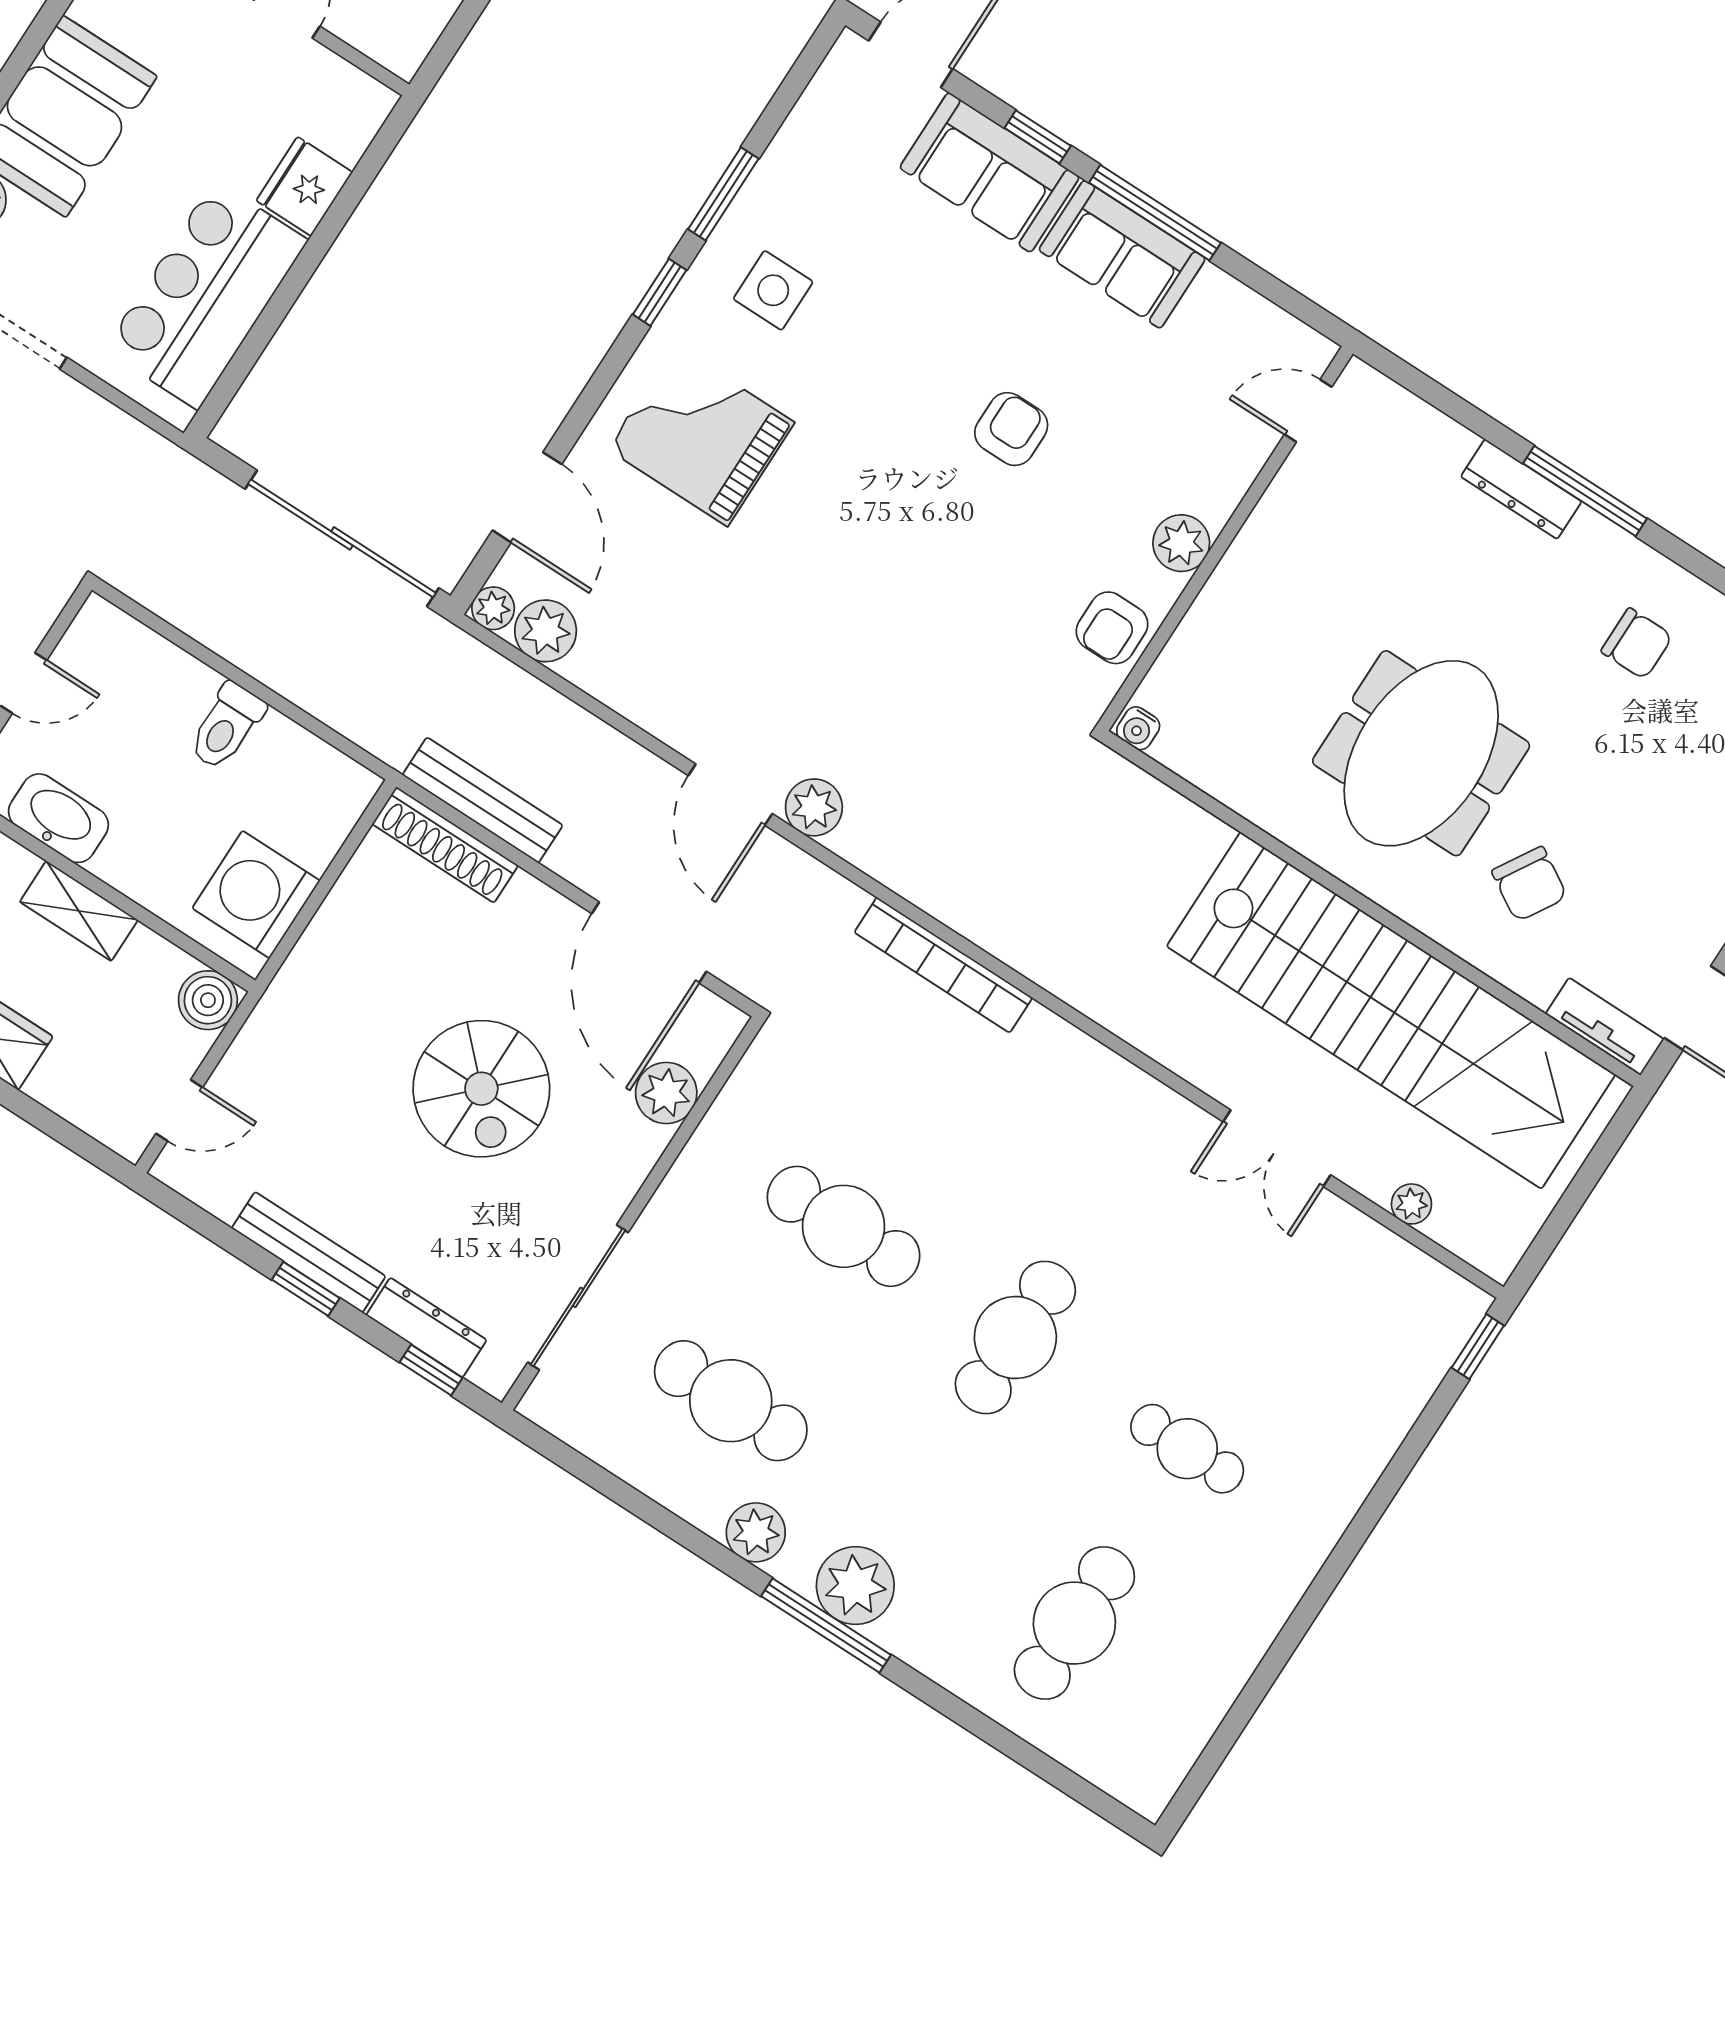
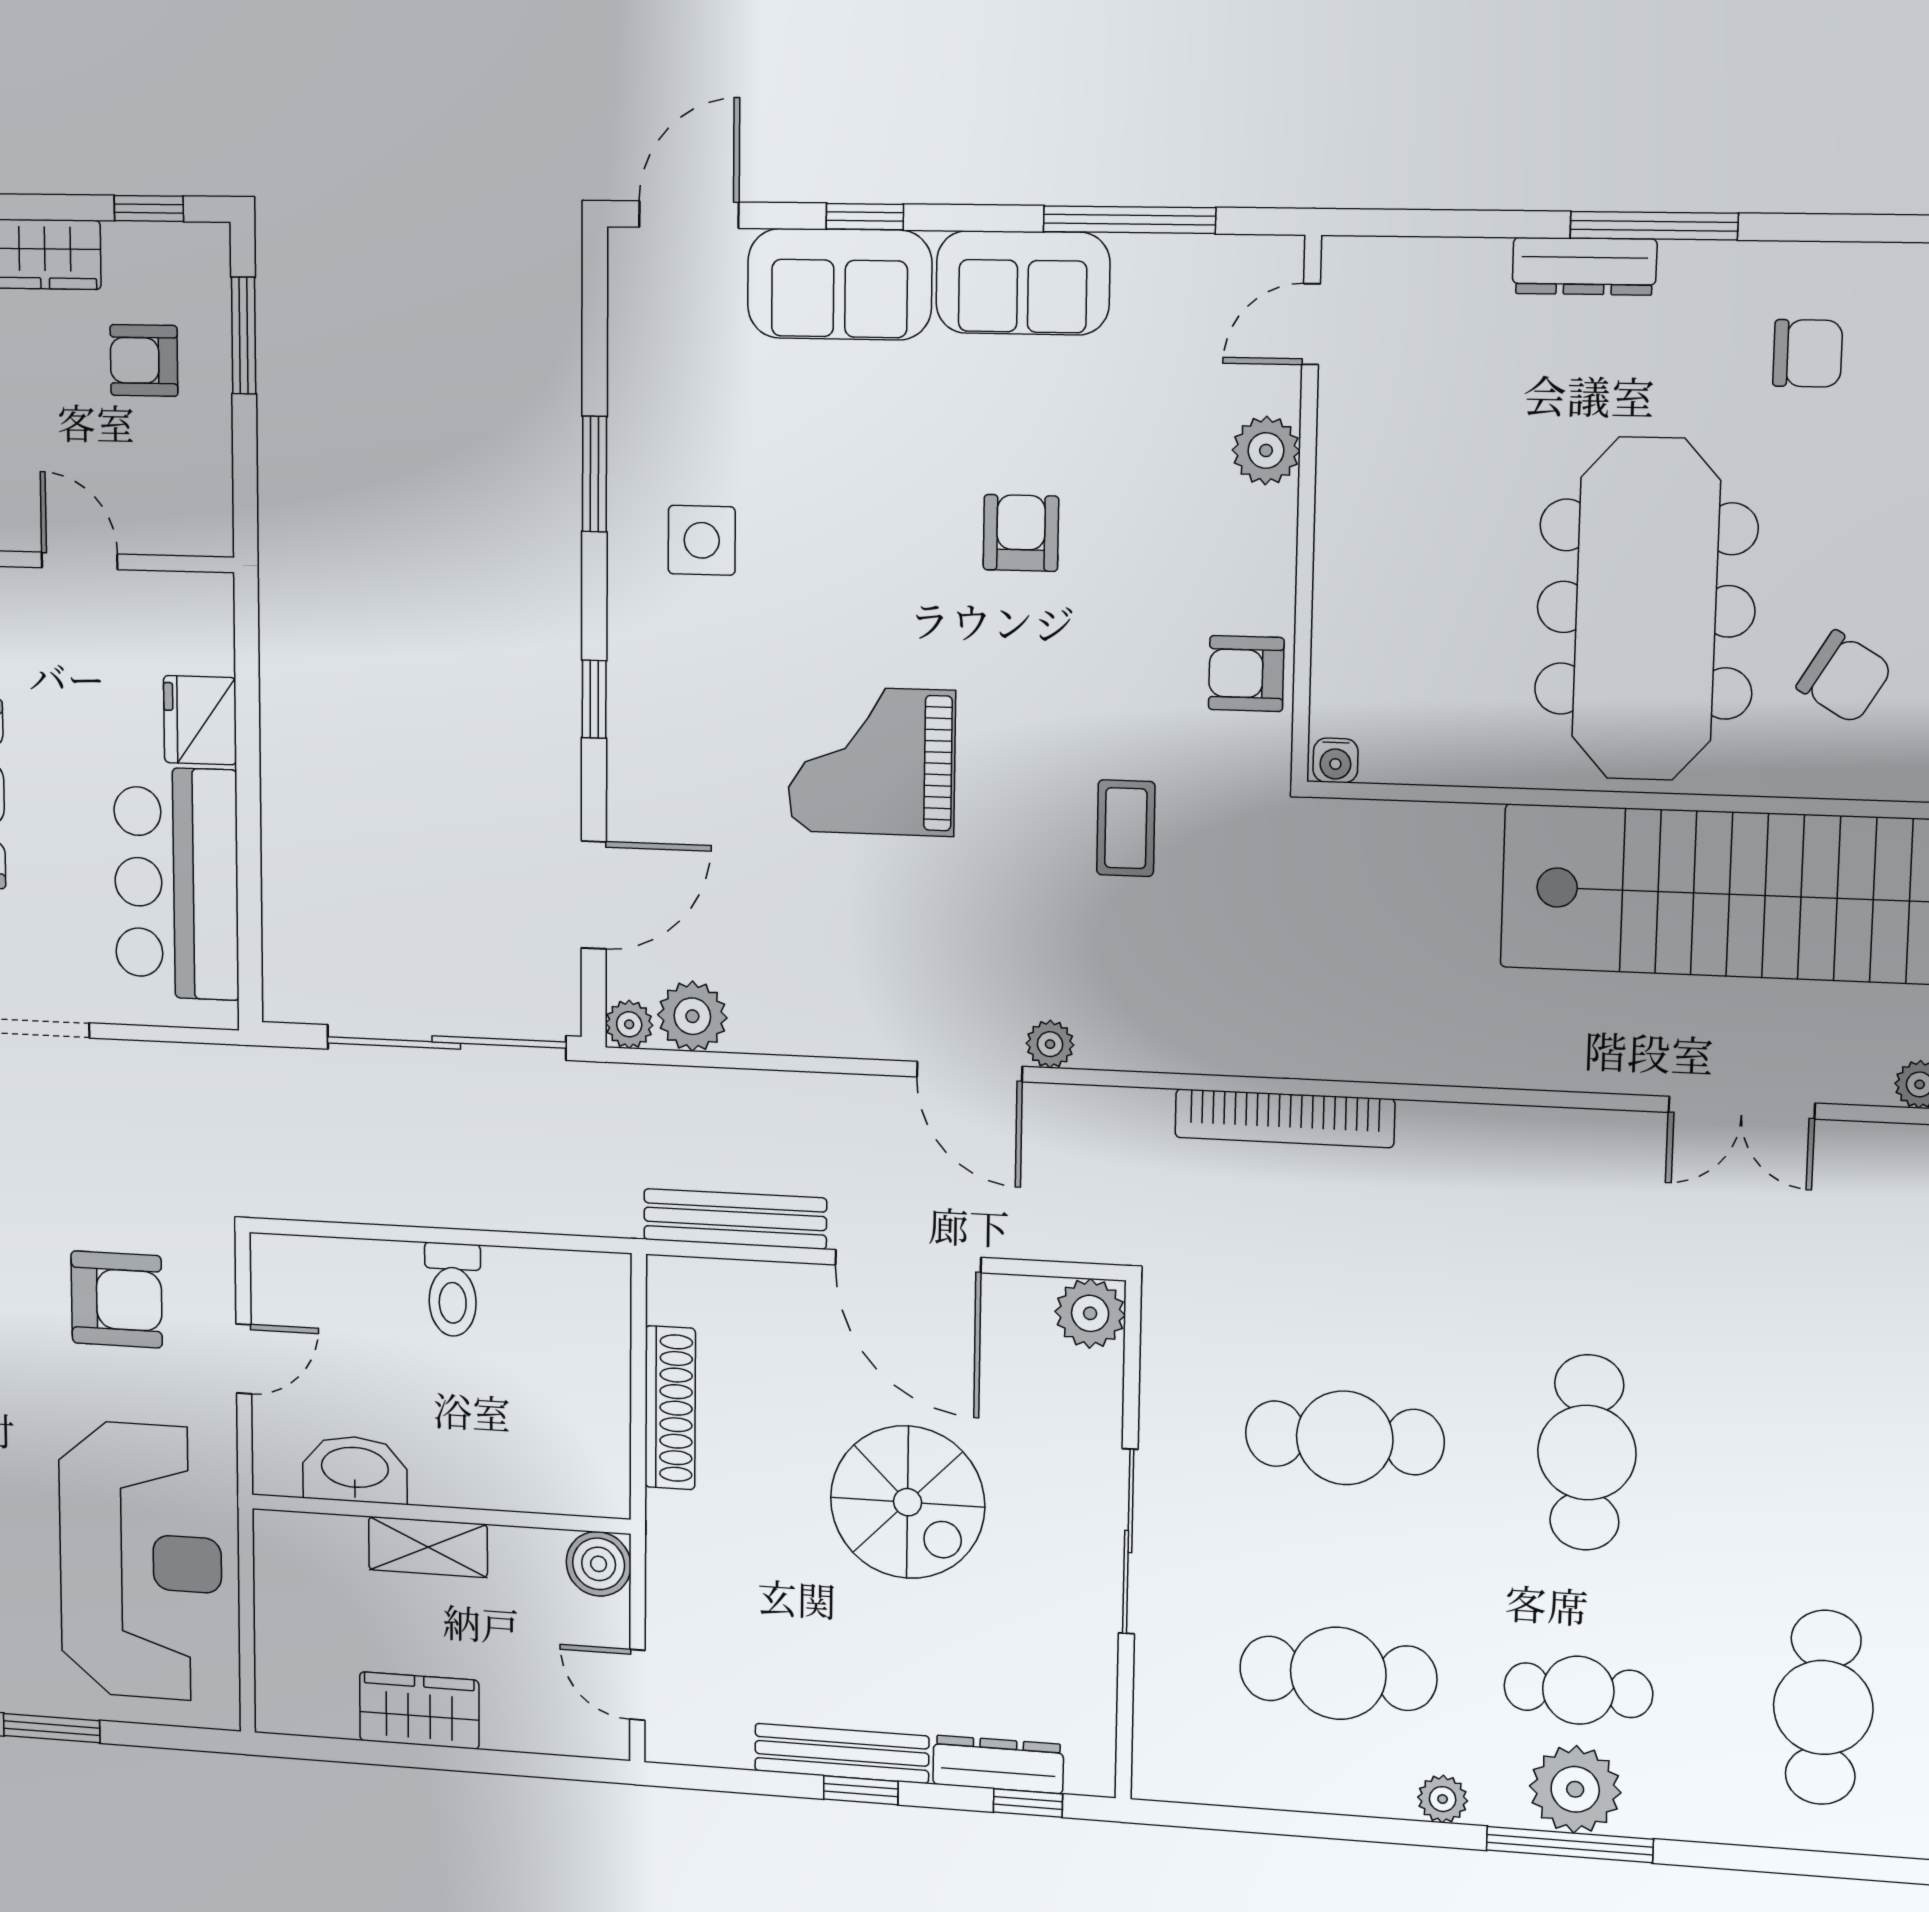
window: (1155, 213) -> (1129, 220), moved
window: (660, 292) -> (594, 699), moved
grand piano: (701, 436) -> (872, 761), moved
door: (527, 497) -> (594, 895), hinge flipped
plant: (1181, 543) -> (1266, 450), moved
armchair: (1112, 628) -> (1246, 674), turned 90
coffee table: (957, 686) -> (1126, 828), added
meeting table: (1421, 753) -> (1646, 609), width x1.36
plant: (814, 807) -> (1050, 1044), width x0.73, depth x0.73
shoe rack: (445, 845) -> (670, 1408), moved, turned -90
washing machine: (256, 894) -> (580, 1436), removed
door: (649, 942) -> (908, 1261), moved
plant: (666, 1093) -> (1090, 1313), moved
door: (179, 1110) -> (637, 1685), swing flipped
sliding door: (578, 1297) -> (1128, 1542), moved
cafe table: (1187, 1449) -> (1578, 1690), moved
plant: (756, 1532) -> (1443, 1799), width x0.73, depth x0.73

